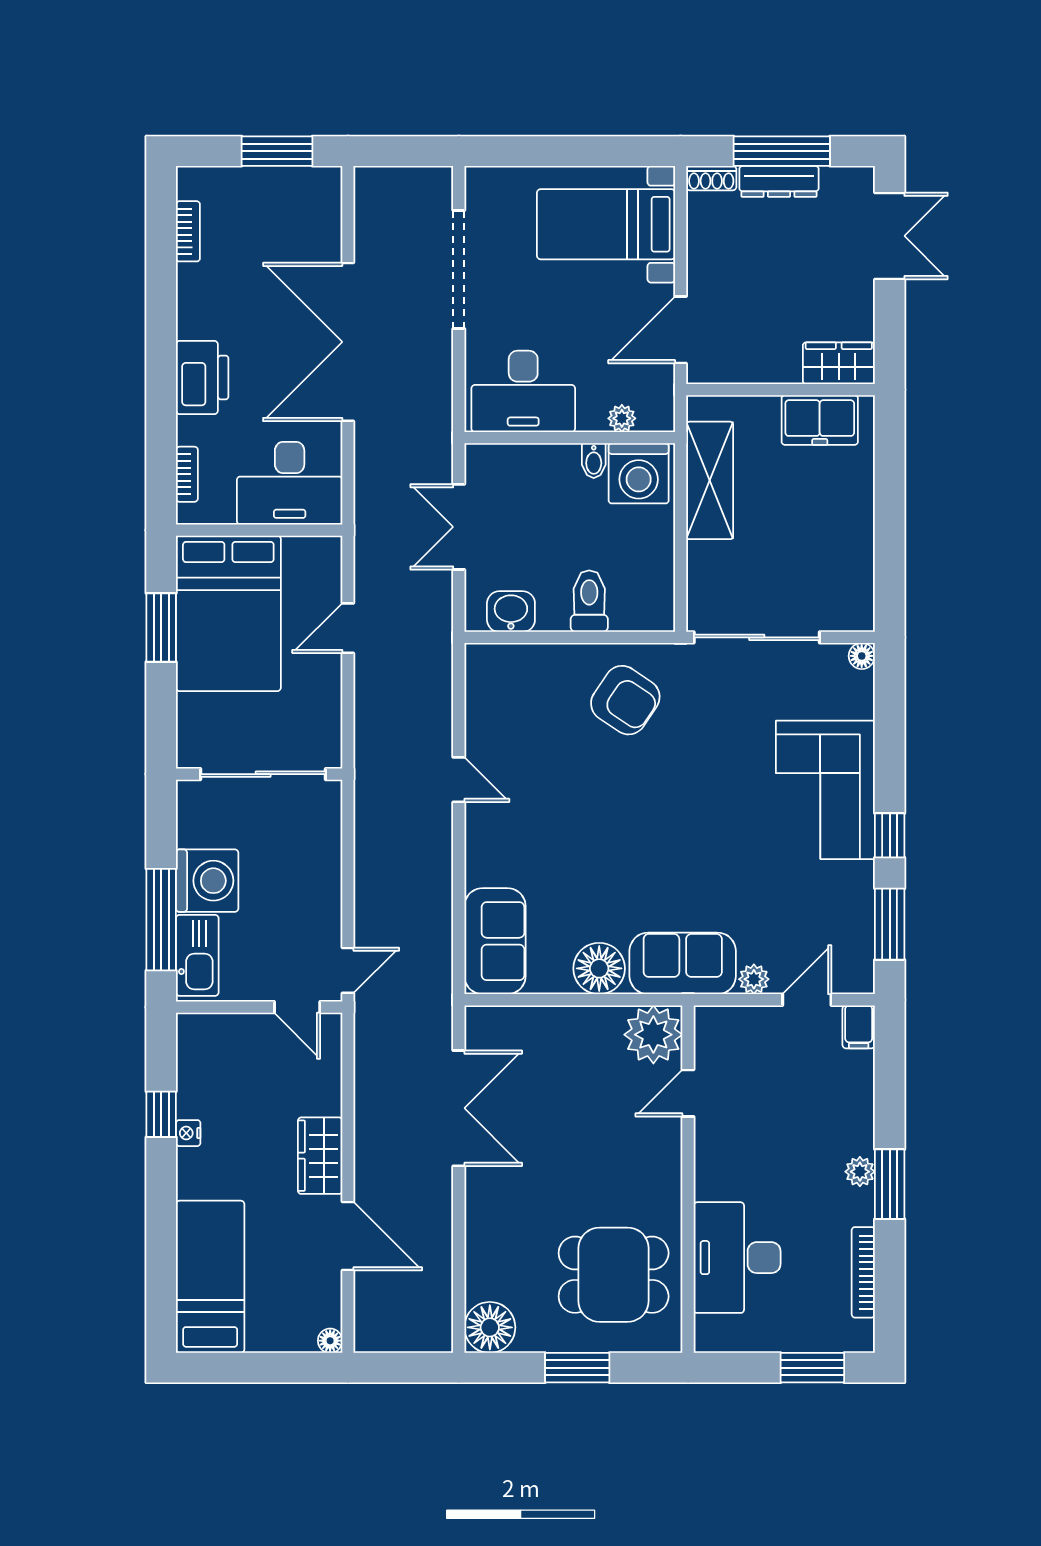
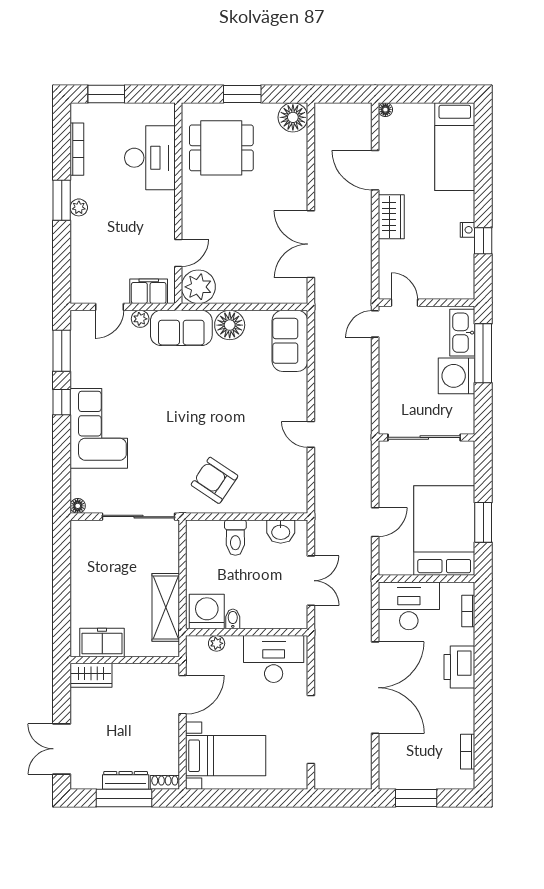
filing cabinet: (859, 1027) -> (149, 291), moved, width x2.00

